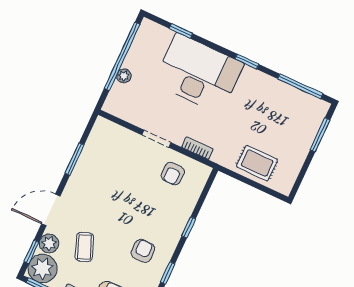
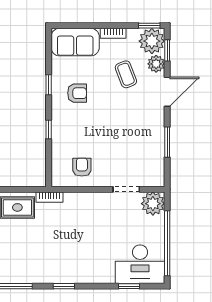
desk: (199, 73) -> (140, 264), moved, width x0.73, depth x0.77
plant: (124, 76) -> (153, 204), moved, width x1.87, depth x1.87
doorway: (156, 139) -> (126, 189), moved
bookcase: (197, 148) -> (50, 197), moved
armchair: (143, 251) -> (77, 93), turned -90

